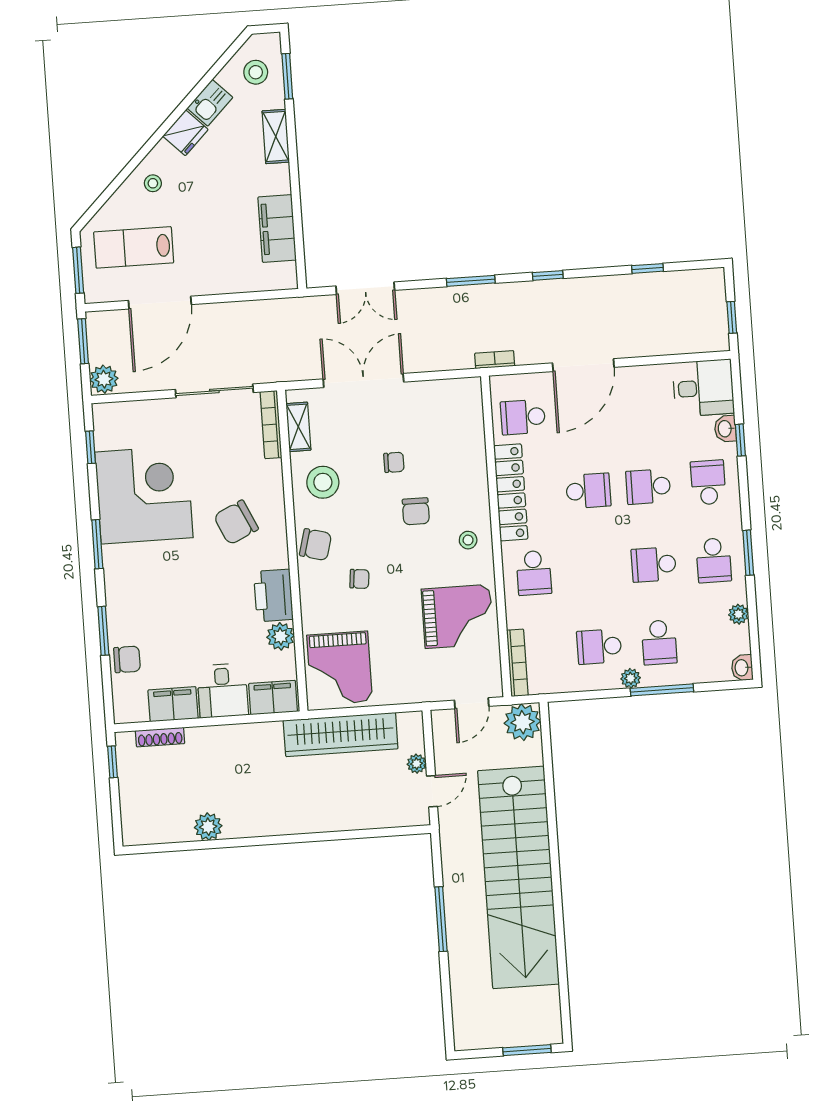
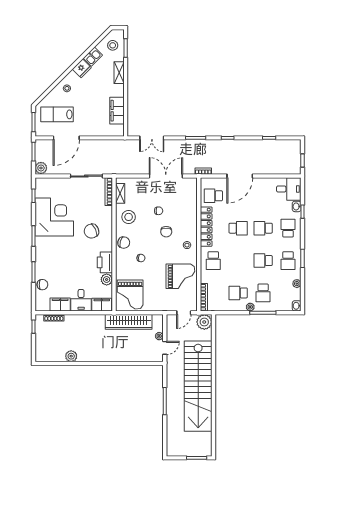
double door: (363, 380) -> (166, 176), moved

